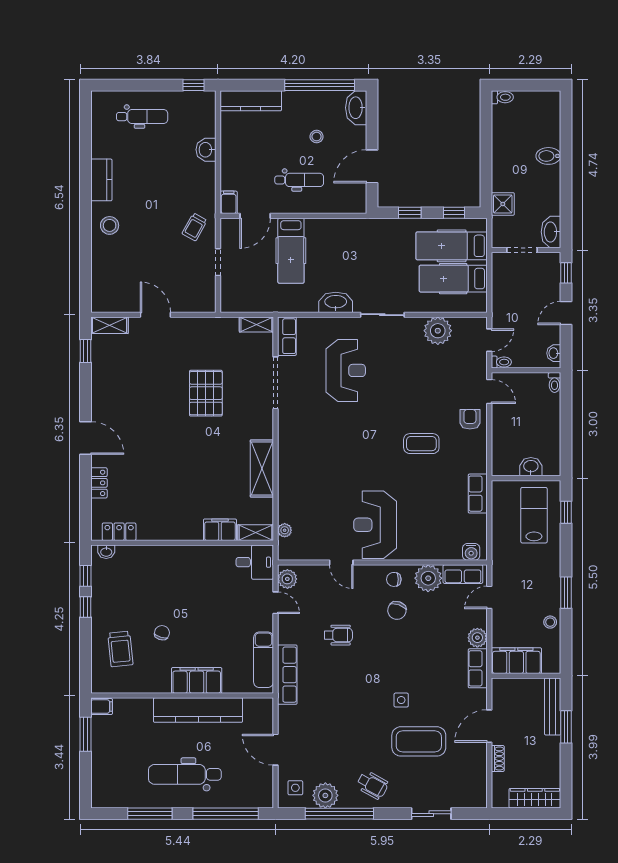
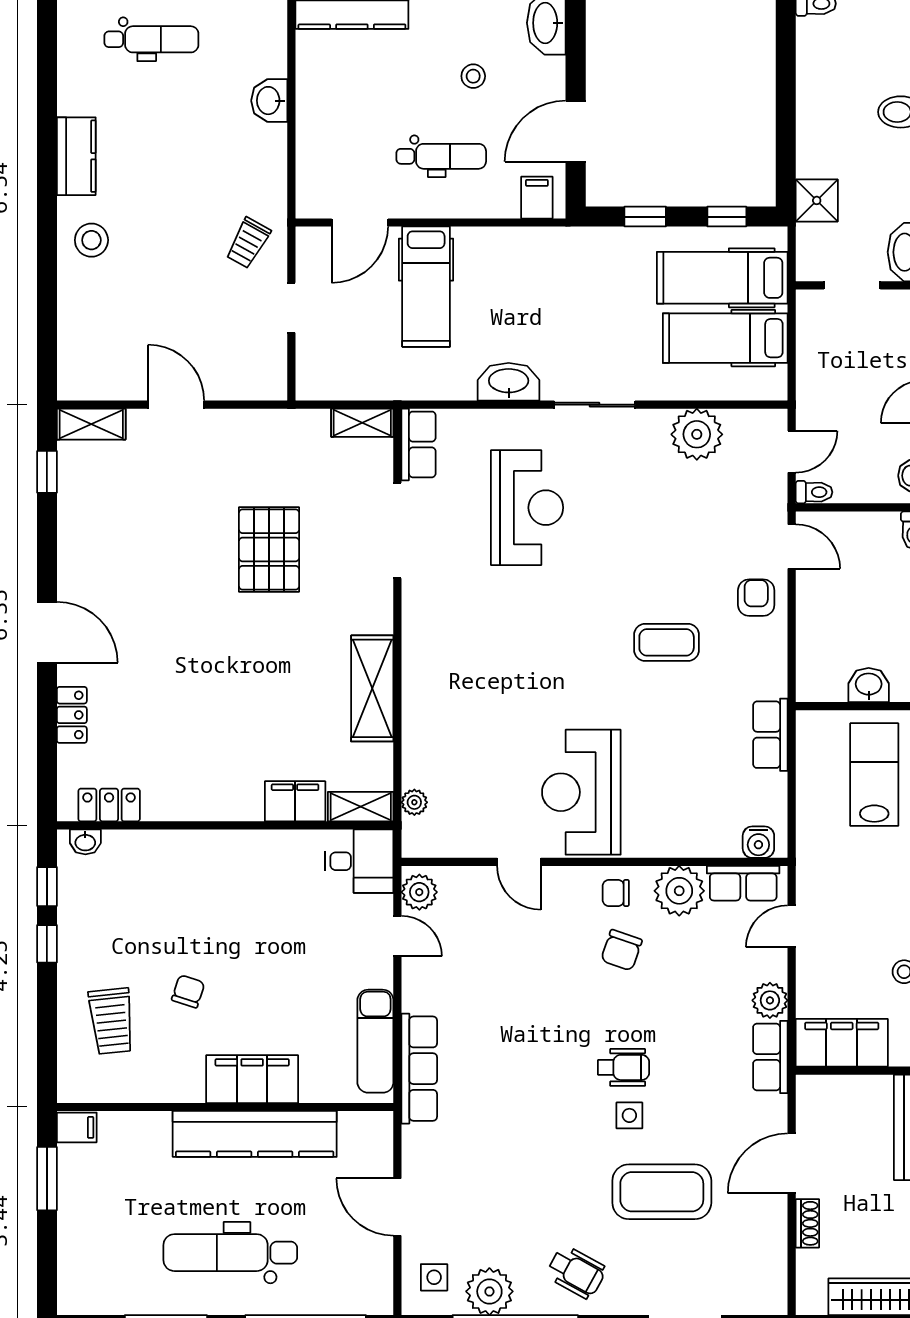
filing cabinet: (229, 202) -> (537, 198), moved
wheelchair: (338, 635) -> (624, 1067), moved

